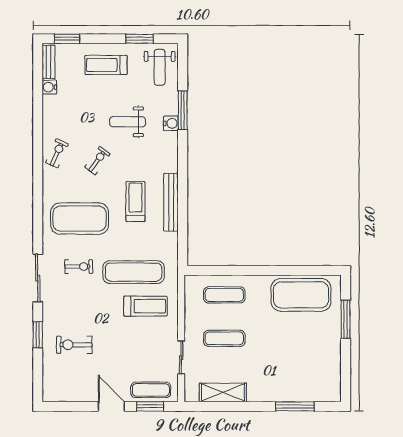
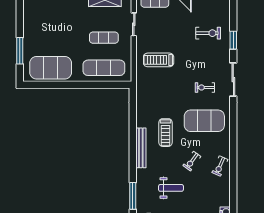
water cooler: (171, 123) -> (141, 187), removed
bench: (171, 202) -> (141, 148), moved
exercise mat: (133, 272) -> (167, 84), removed
exercise mat: (224, 295) -> (104, 68), width x1.36, depth x1.45

